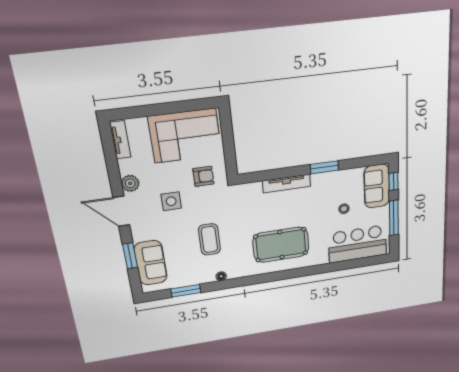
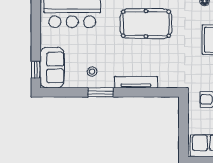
stool: (344, 209) -> (92, 72), moved
window: (394, 218) -> (36, 33), removed

